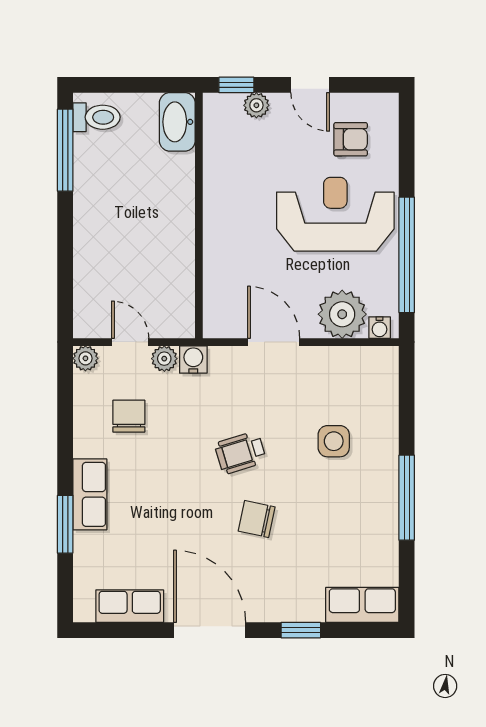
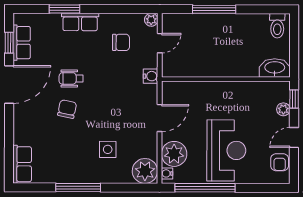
armchair: (351, 139) -> (280, 162), moved
window: (65, 150) -> (214, 9), moved
plant: (164, 359) -> (145, 171), moved, width x1.87, depth x1.87
wheelchair: (240, 453) -> (71, 78), moved, turned -73
window: (301, 630) -> (9, 43), moved

